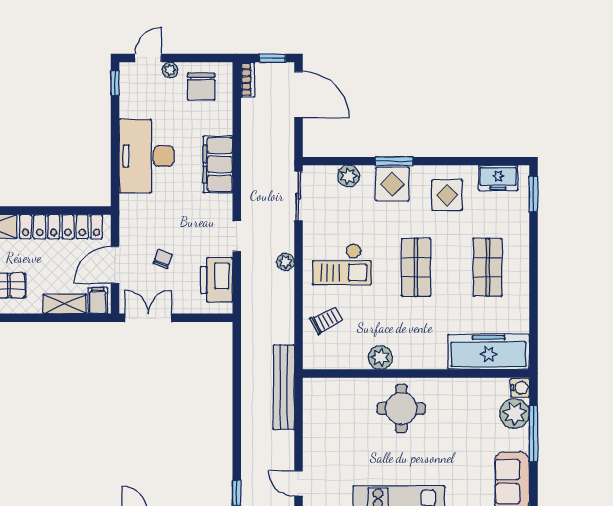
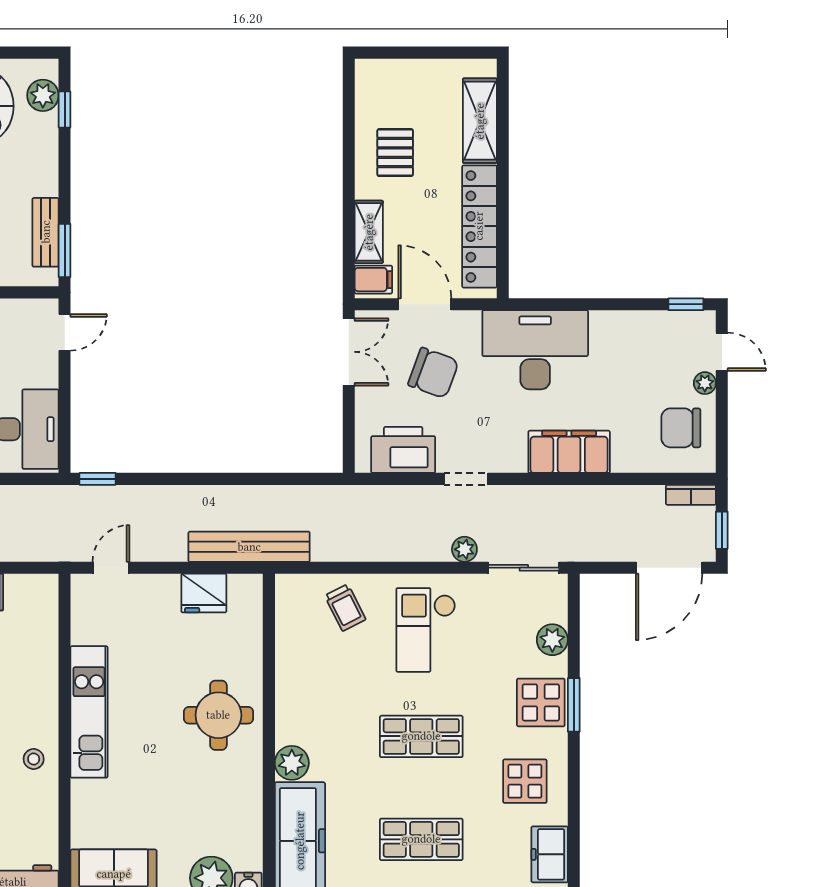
desk: (147, 156) -> (535, 350), moved
chair: (163, 259) -> (433, 373), width x1.87, depth x1.87
plant: (286, 262) -> (464, 549), moved
plant: (380, 357) -> (292, 763), moved
fridge: (316, 419) -> (204, 593), added

